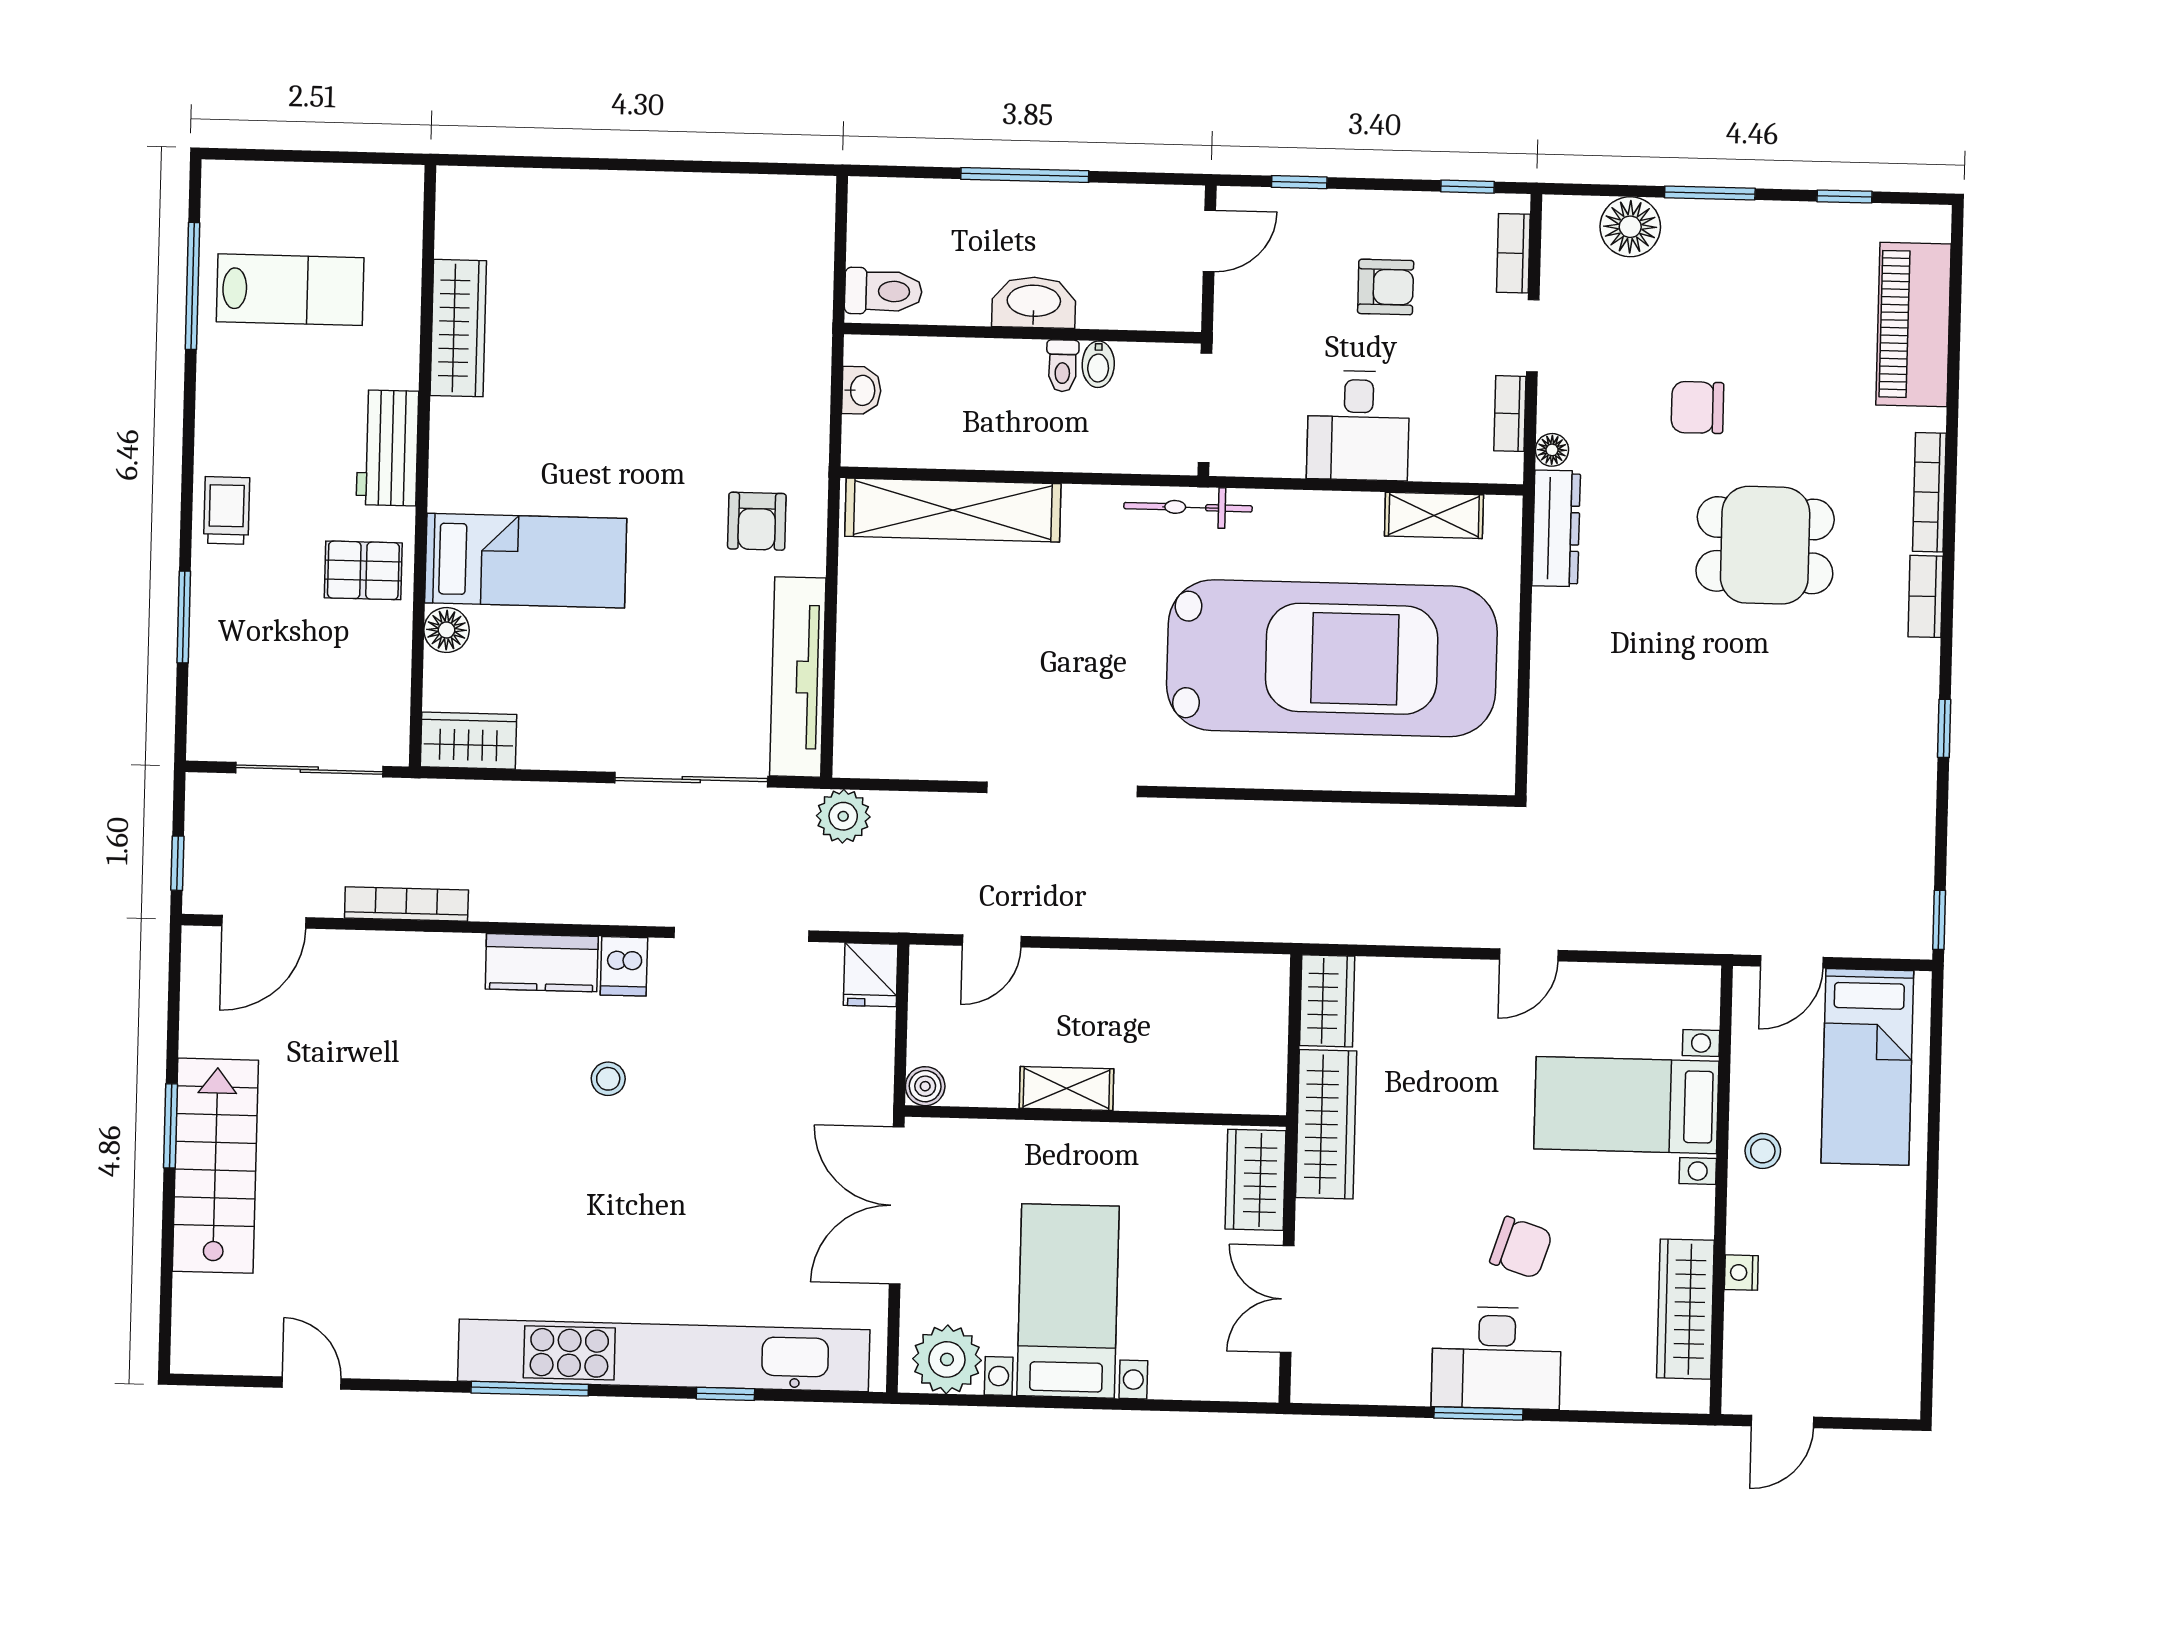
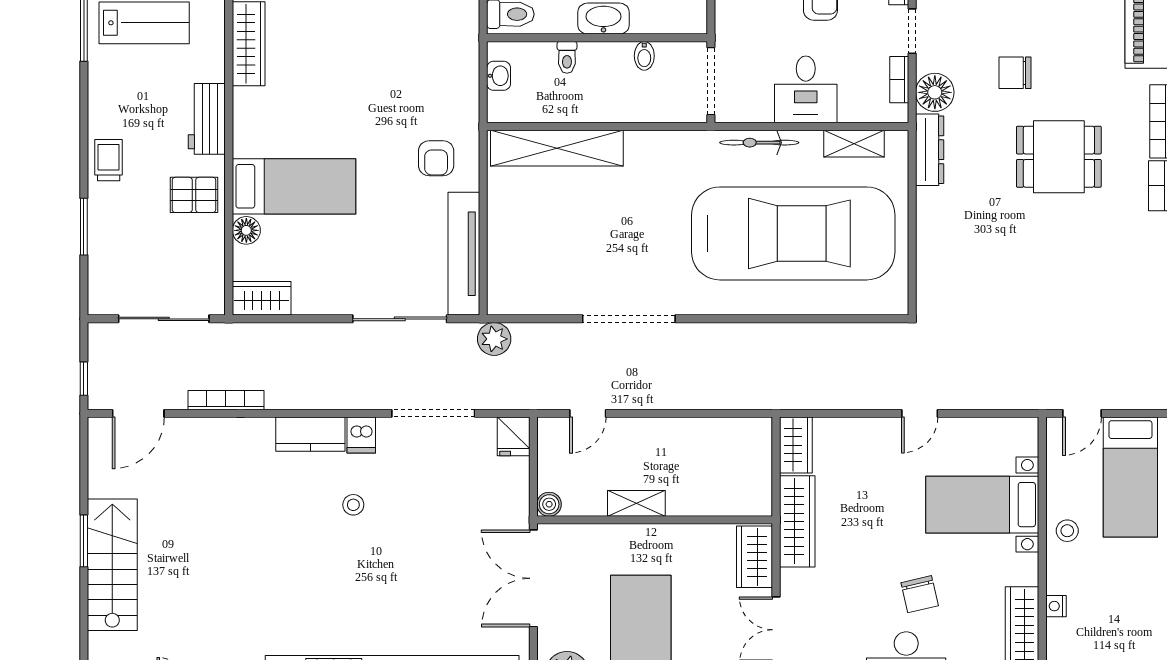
toilet: (1062, 366) -> (567, 57), moved
floor lamp: (1552, 450) -> (935, 92), width x1.89, depth x1.89
bicycle: (1188, 507) -> (759, 143), moved
chair: (1521, 1248) -> (920, 594), turned 59

